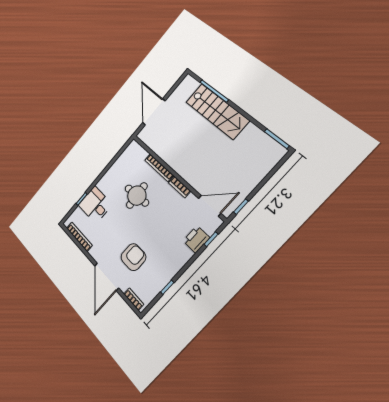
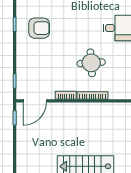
printer: (196, 239) -> (24, 72), removed
armchair: (133, 257) -> (39, 28), moved, turned -90

